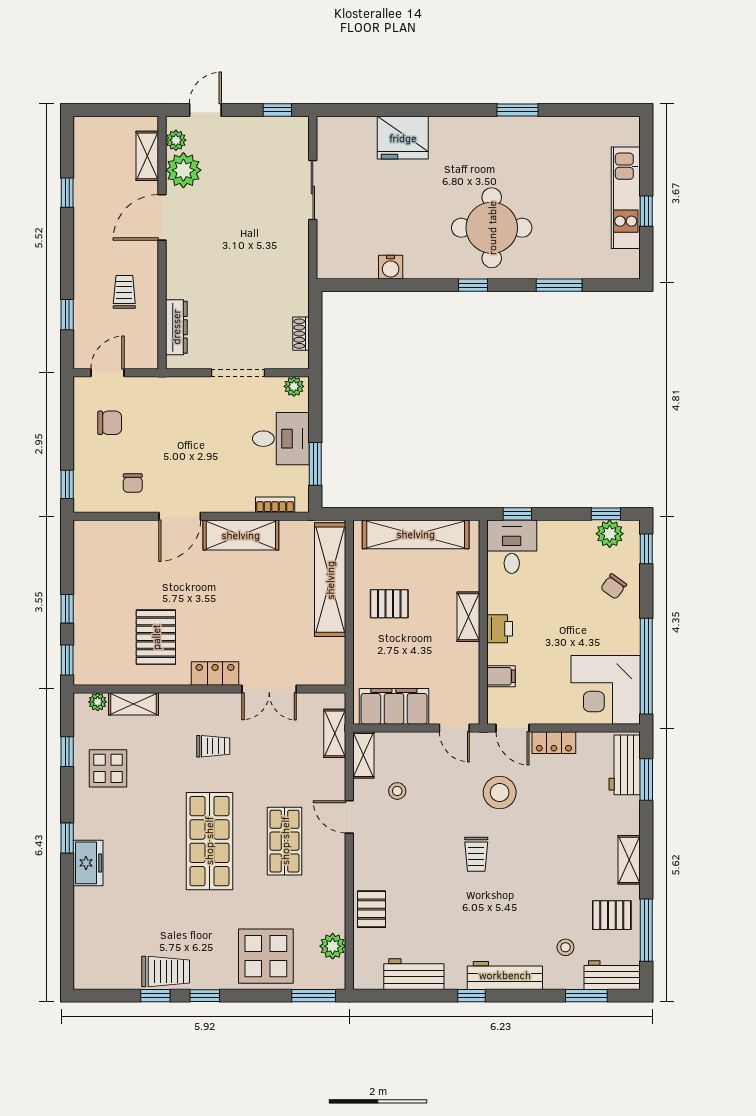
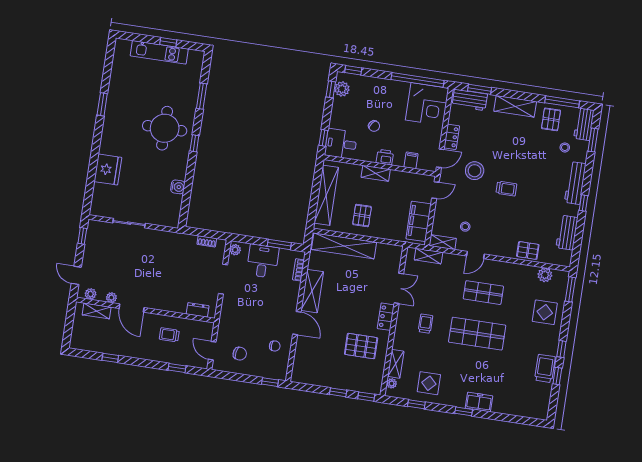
plant: (183, 170) -> (111, 298), width x0.53, depth x0.53
dresser: (176, 327) -> (198, 310), width x0.70
chair: (110, 423) -> (240, 354), turned 99
chair: (614, 587) -> (374, 126), moved
shelving: (629, 860) -> (515, 106), width x1.50, depth x1.33
display table: (266, 956) -> (545, 312), width x0.73, depth x0.73

